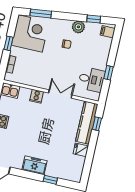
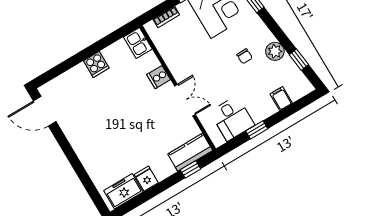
filing cabinet: (108, 32) -> (281, 98), moved
kitchen counter: (87, 123) -> (190, 152), width x0.67
freezer: (35, 165) -> (123, 191), moved, turned -90
window: (50, 180) -> (84, 176), removed

